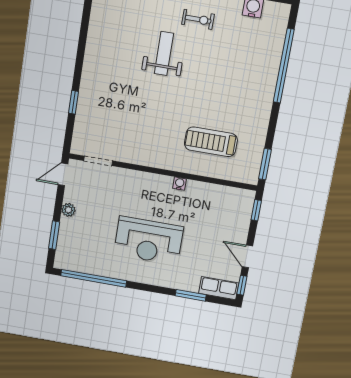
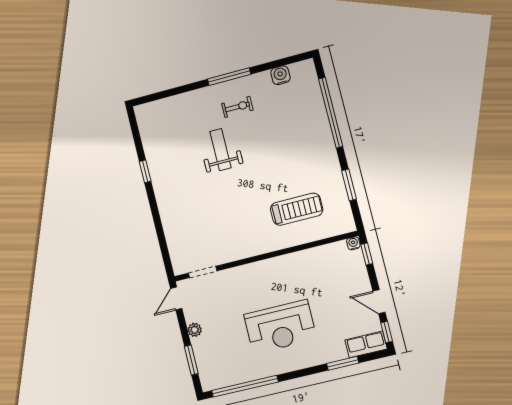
window: (73, 102) -> (145, 171), moved
treadmill: (211, 142) -> (297, 209), turned 180
window: (265, 164) -> (349, 185), moved
water cooler: (180, 184) -> (353, 243), moved

